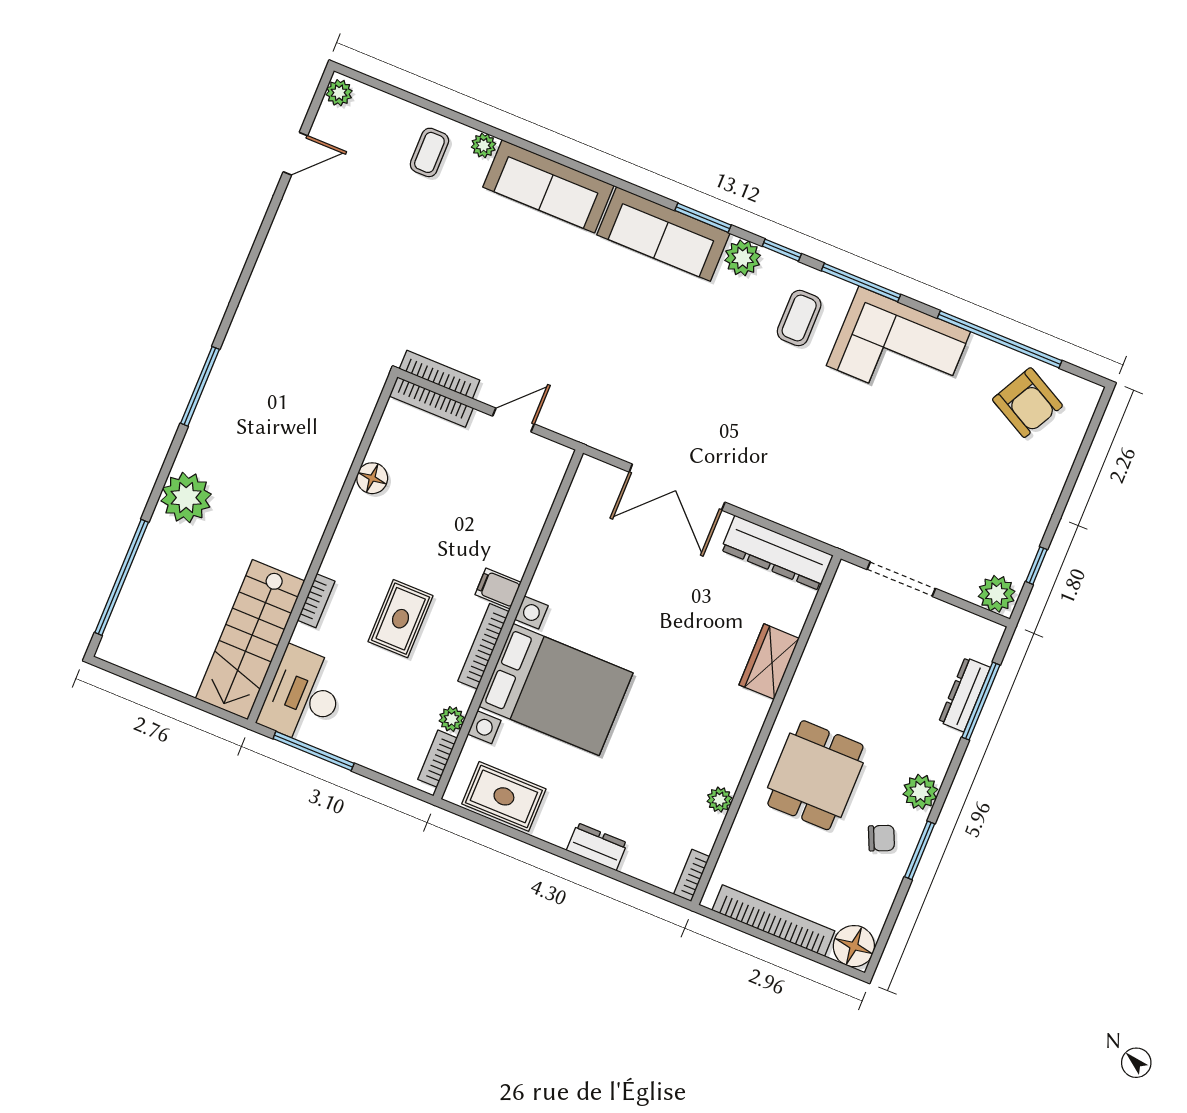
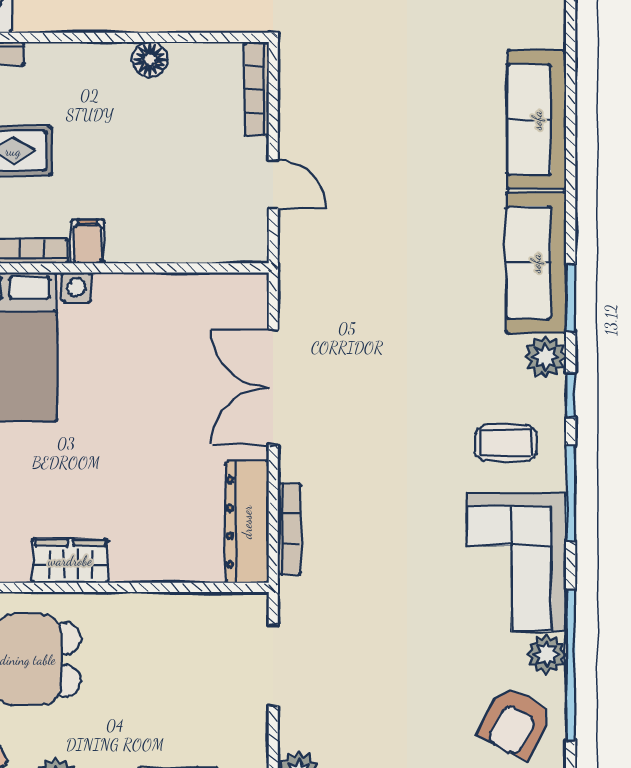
plant: (484, 145) -> (546, 654), moved, width x1.38, depth x1.38
bookcase: (440, 375) -> (289, 529), moved
wardrobe: (769, 662) -> (70, 561), moved

